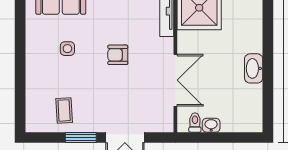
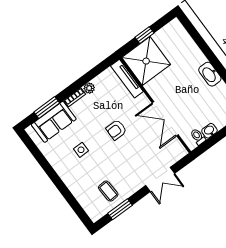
double door: (175, 80) -> (165, 119), swing flipped
window: (81, 137) -> (120, 209), moved

